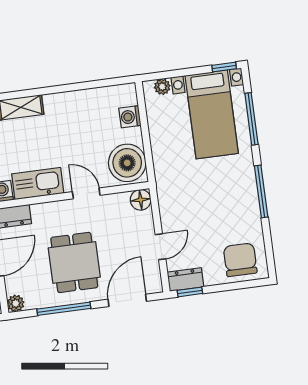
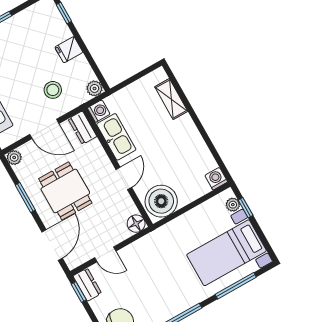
window: (224, 67) -> (246, 208), moved
washing machine: (130, 117) -> (216, 179), moved
dining table: (74, 262) -> (65, 191), turned 90
door: (127, 300) -> (52, 245), hinge flipped
window: (64, 309) -> (25, 197), width x0.69

